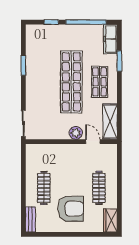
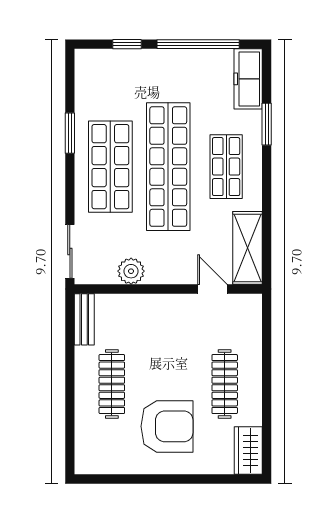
shop shelf: (43, 82) -> (110, 167), added
plant: (76, 133) -> (131, 271), moved
bench: (30, 220) -> (84, 319), moved

